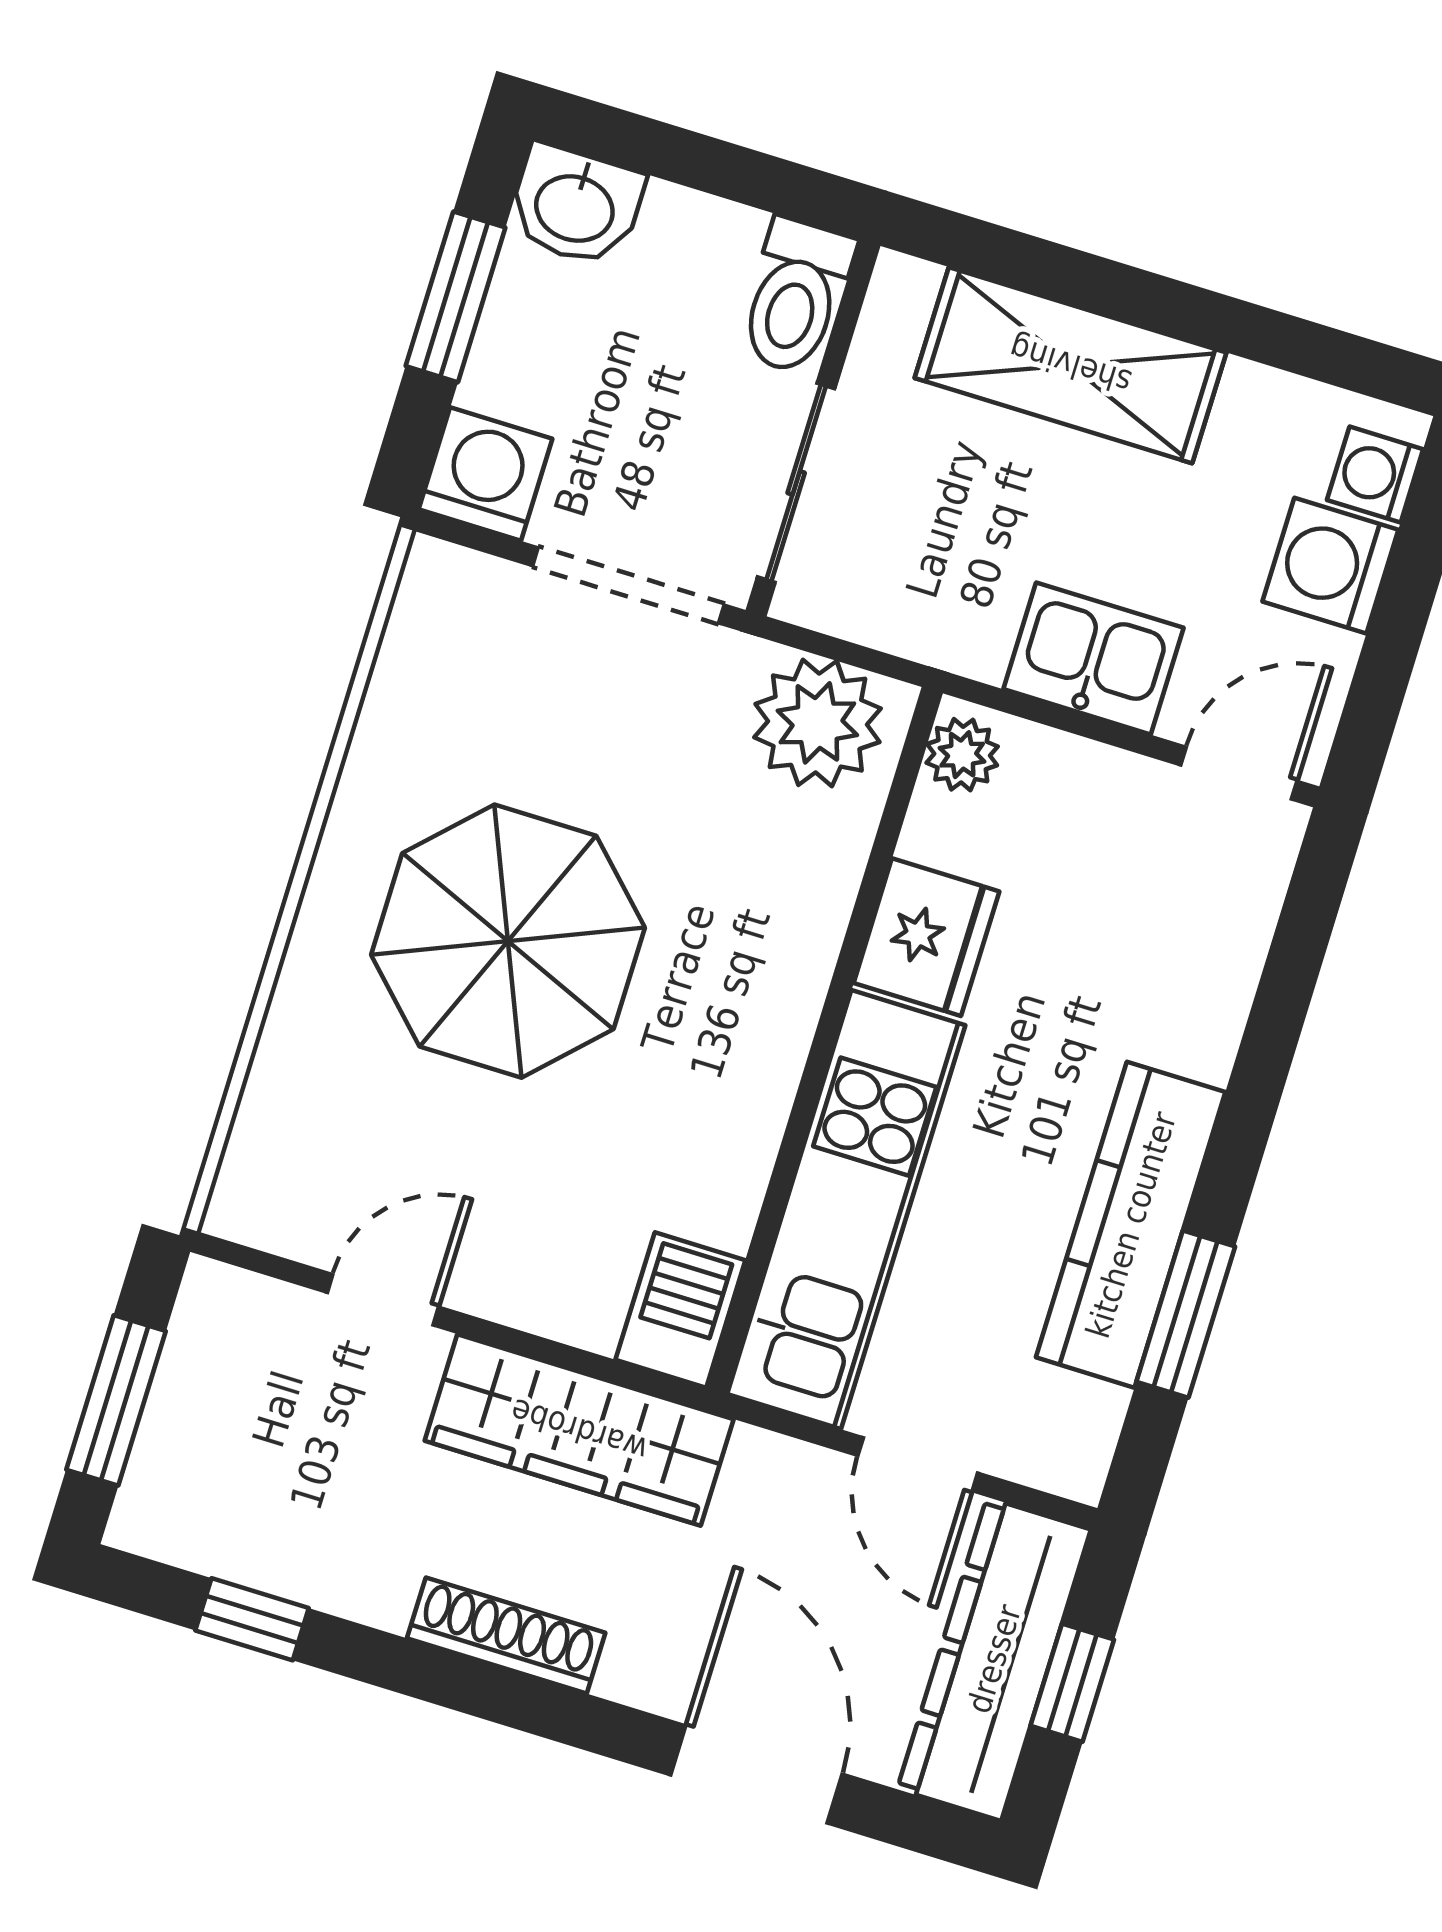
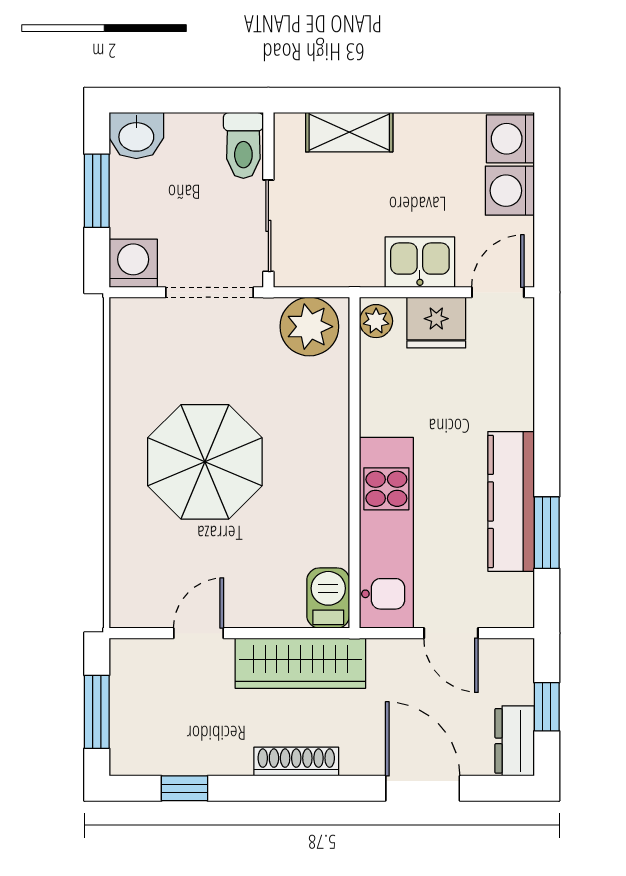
shelving: (1070, 365) -> (349, 132), width x0.67, depth x0.75
washing machine: (1375, 475) -> (510, 139), width x1.38, depth x1.38
fridge: (926, 937) -> (436, 323), moved, turned 90
dresser: (994, 1659) -> (515, 741), width x0.51, depth x0.80

